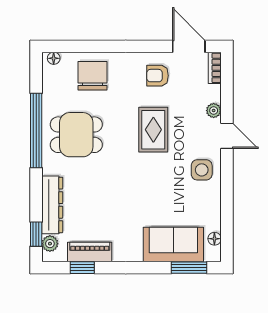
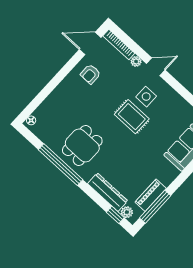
bookcase: (215, 68) -> (119, 45), width x1.56
chair: (93, 76) -> (59, 108), removed
rug: (153, 130) -> (132, 117), moved
side table: (202, 170) -> (146, 97), moved
window: (82, 268) -> (155, 207), width x2.17

